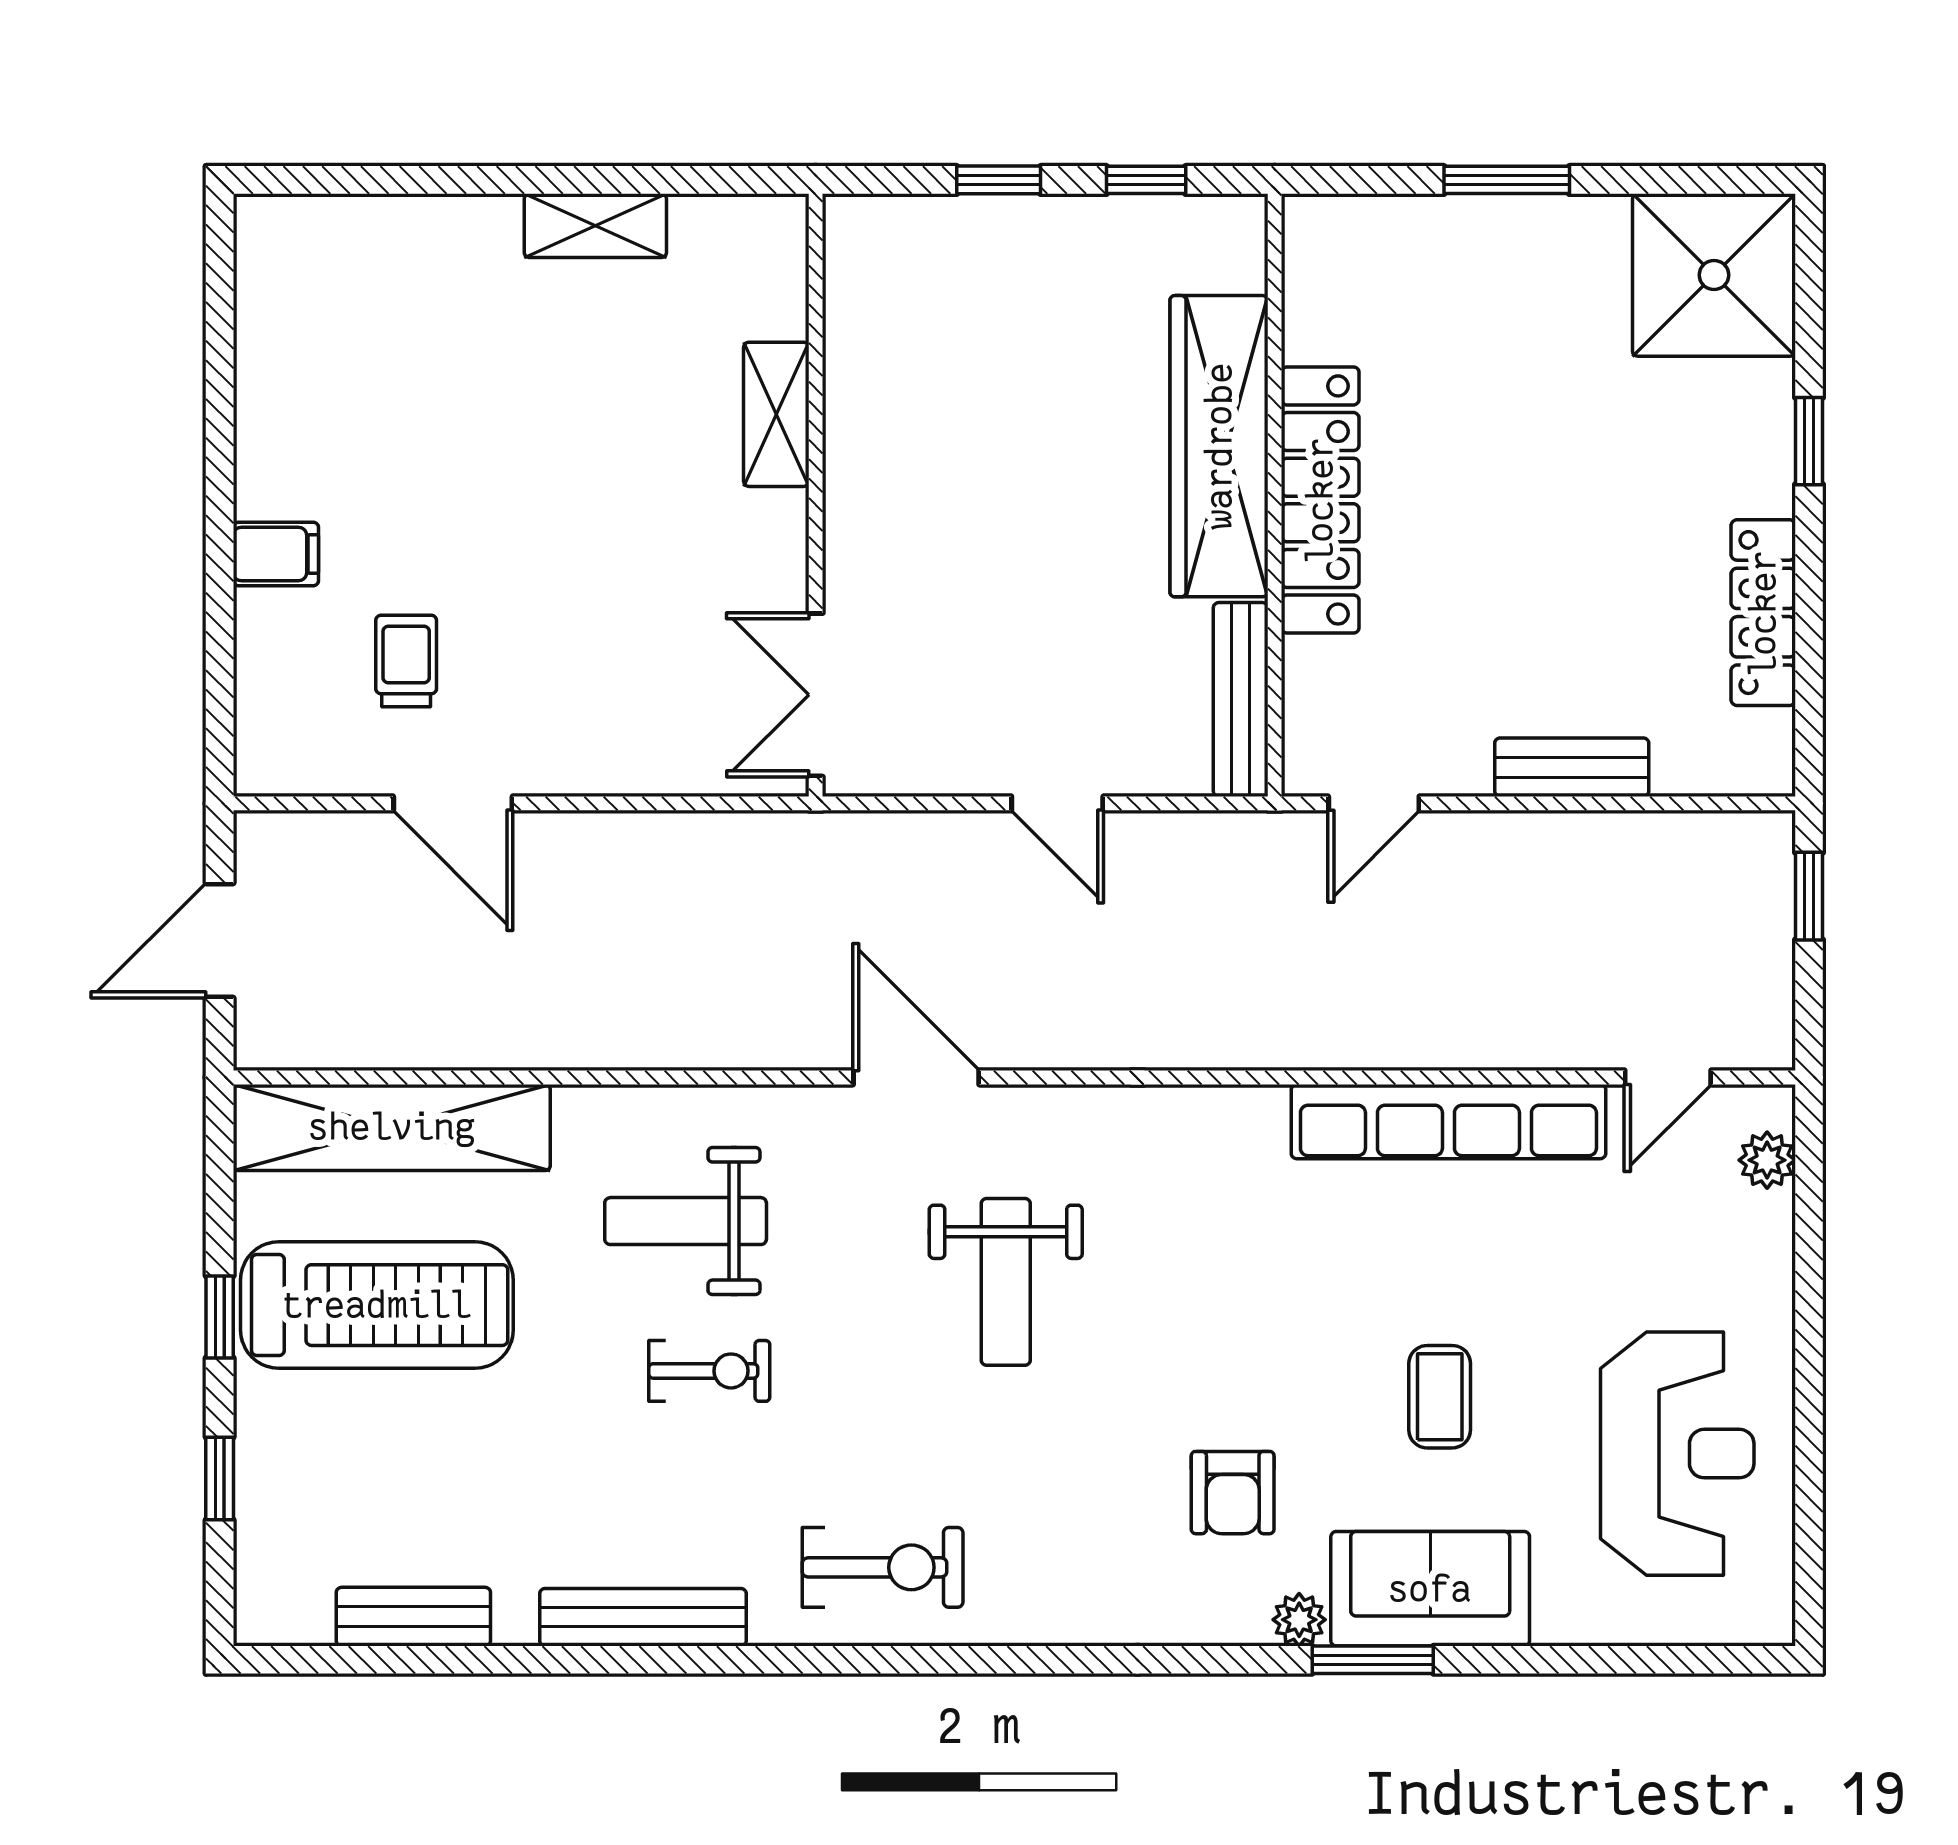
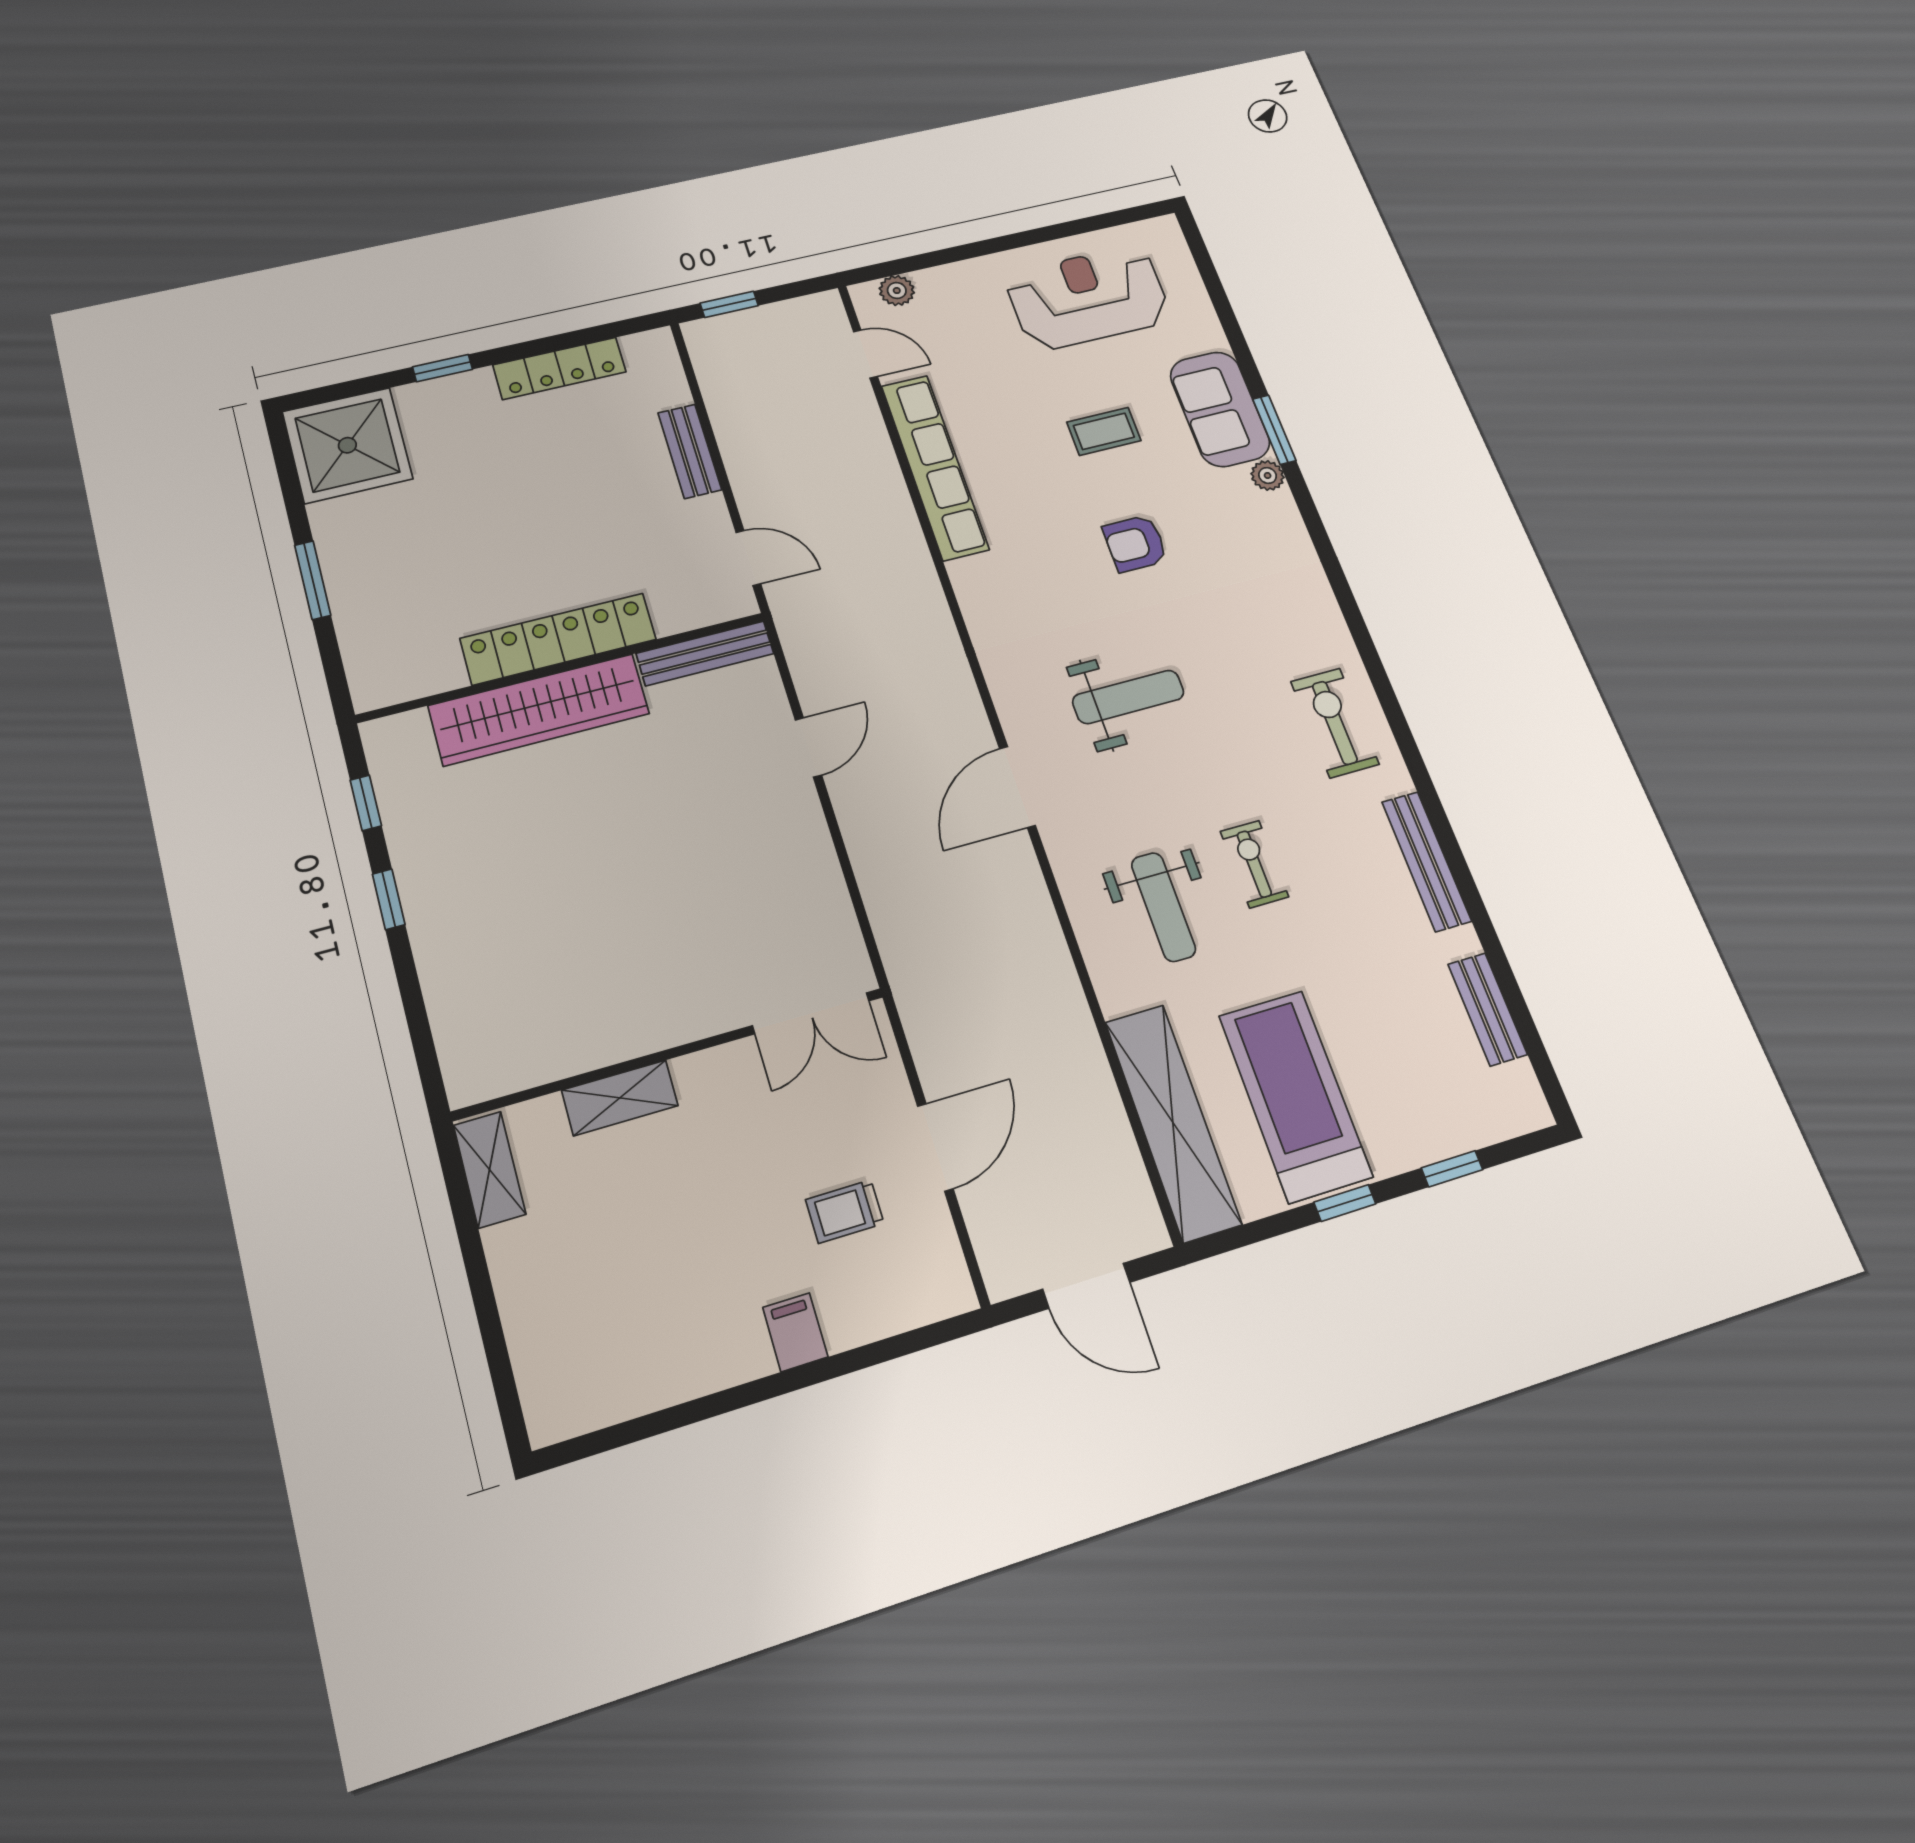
shelving: (776, 414) -> (620, 1098), moved
wall: (816, 495) -> (670, 1054), moved
double door: (816, 695) -> (811, 1013), moved
armchair: (1233, 1493) -> (1135, 544), moved, turned 180

